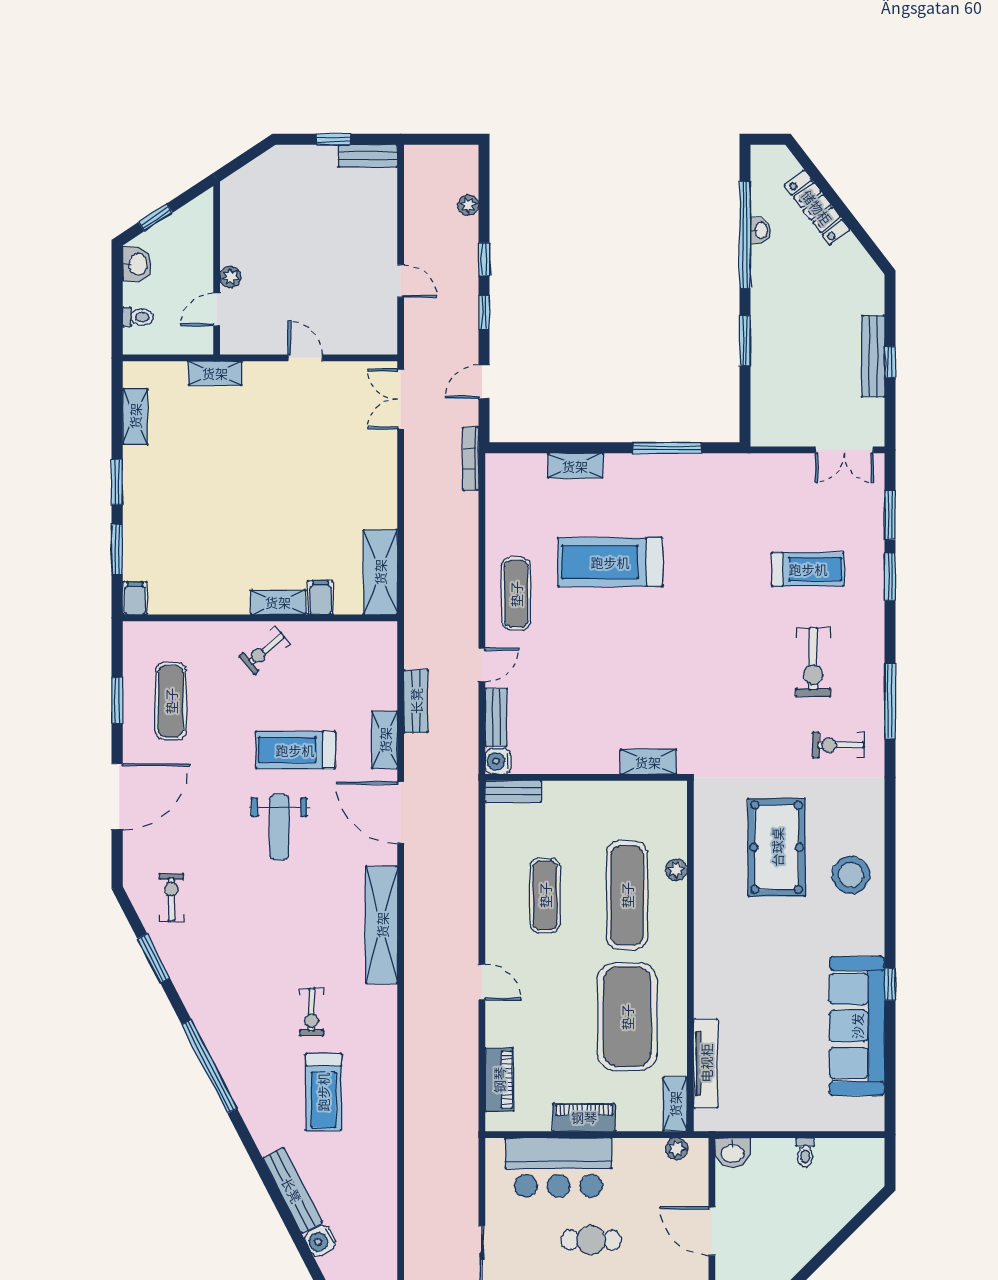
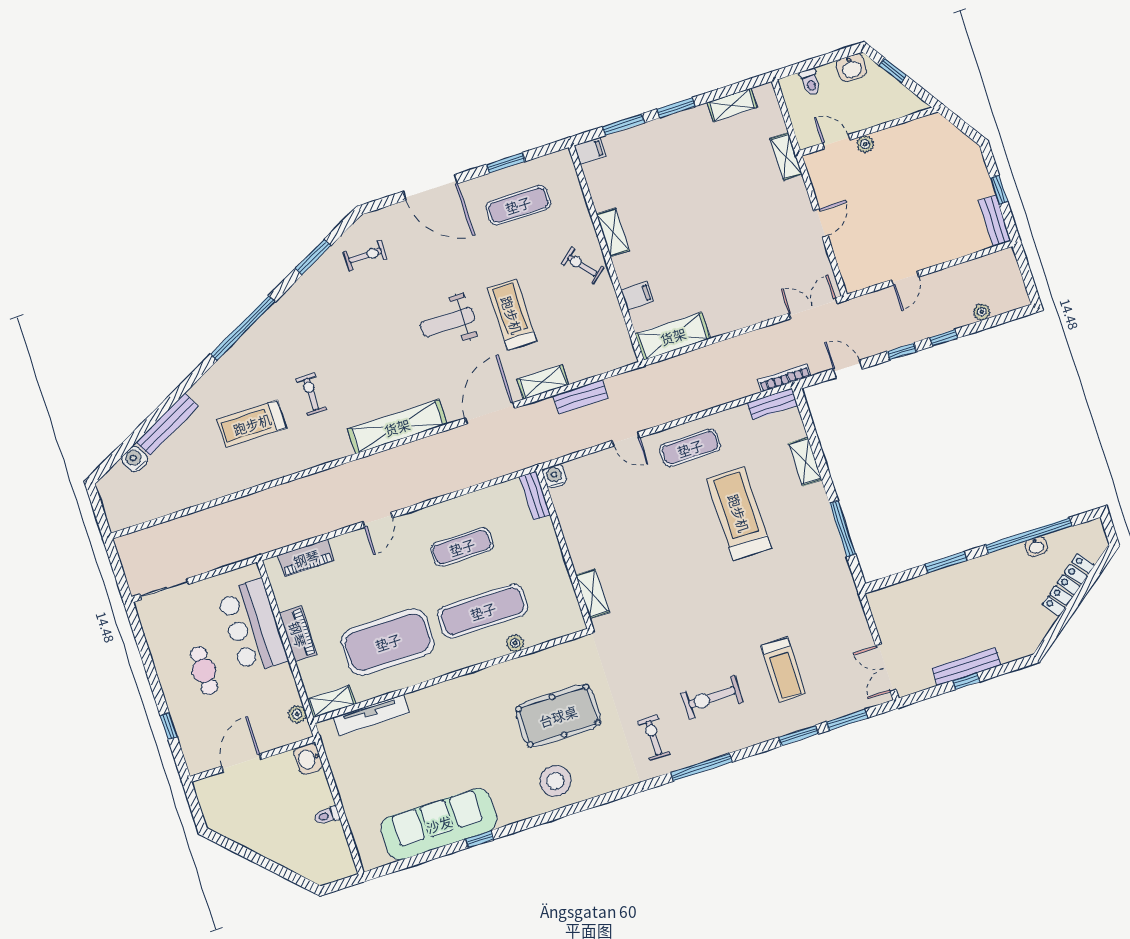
shelving: (278, 602) -> (613, 232), moved
bench: (496, 718) -> (772, 404), moved
exercise bike: (312, 1012) -> (311, 394), turned 90

